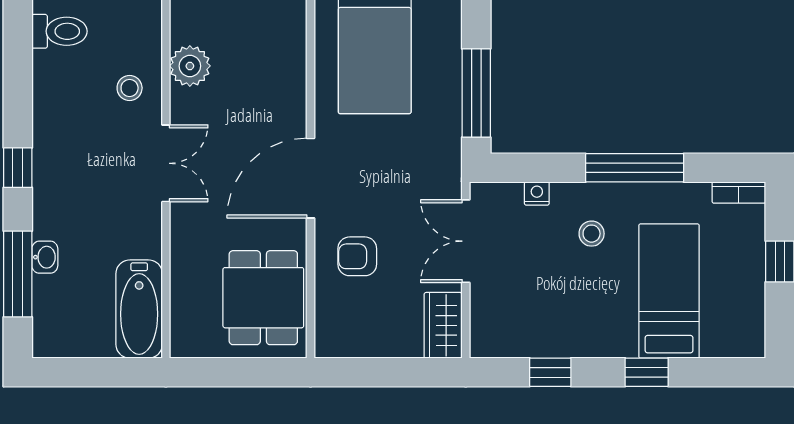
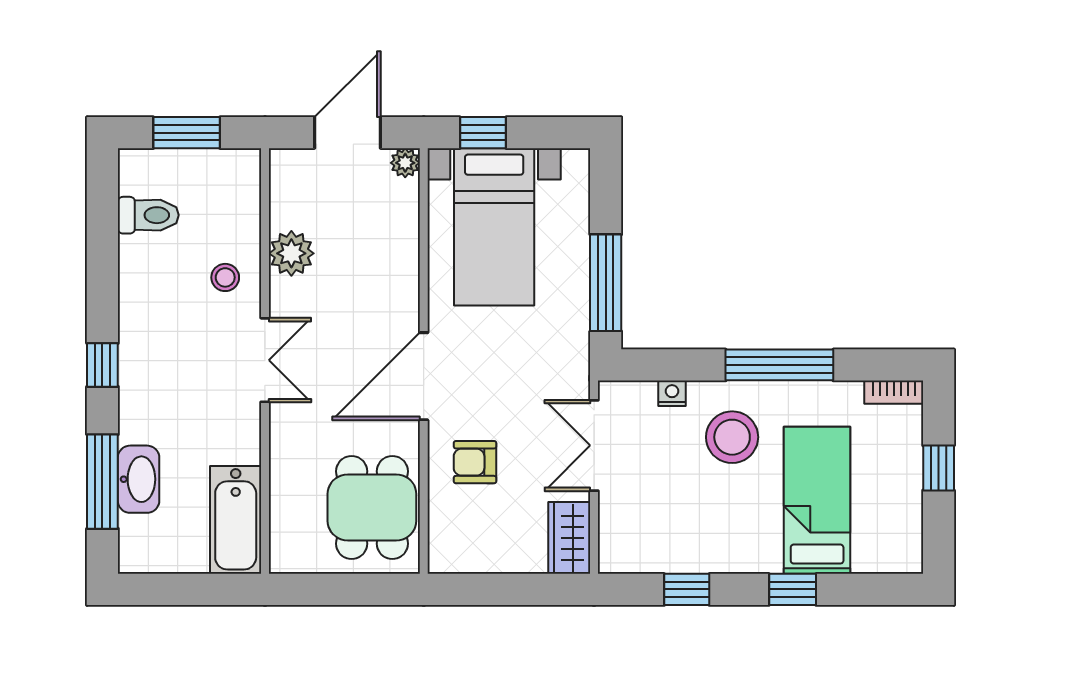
stool: (592, 234) -> (732, 437), width x1.89, depth x1.89
washbasin: (45, 257) -> (139, 479), width x1.91, depth x1.45

